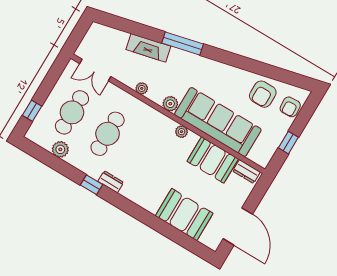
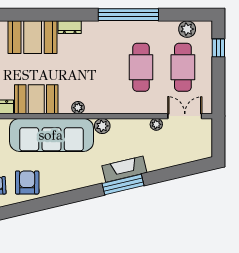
fireplace: (148, 48) -> (124, 169), moved
plant: (142, 88) -> (156, 124), moved
plant: (60, 149) -> (187, 29), moved
dresser: (111, 182) -> (70, 27), moved
window: (92, 185) -> (128, 15), width x3.17

